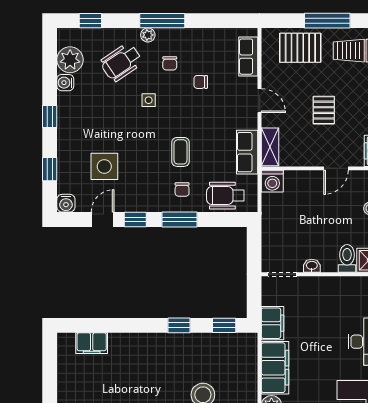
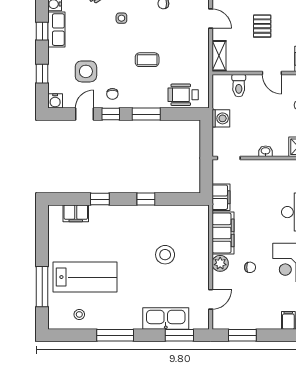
coffee table: (180, 152) -> (147, 60), turned 90
row of seats: (247, 152) -> (56, 30), moved, turned 180
door: (336, 168) -> (272, 73), hinge flipped
washing machine: (272, 181) -> (221, 118), moved, turned -90
chair: (182, 190) -> (112, 94), moved
toilet: (347, 258) -> (239, 86), moved, turned 180
washbasin: (312, 266) -> (266, 151), moved
window: (224, 325) -> (100, 199), moved

